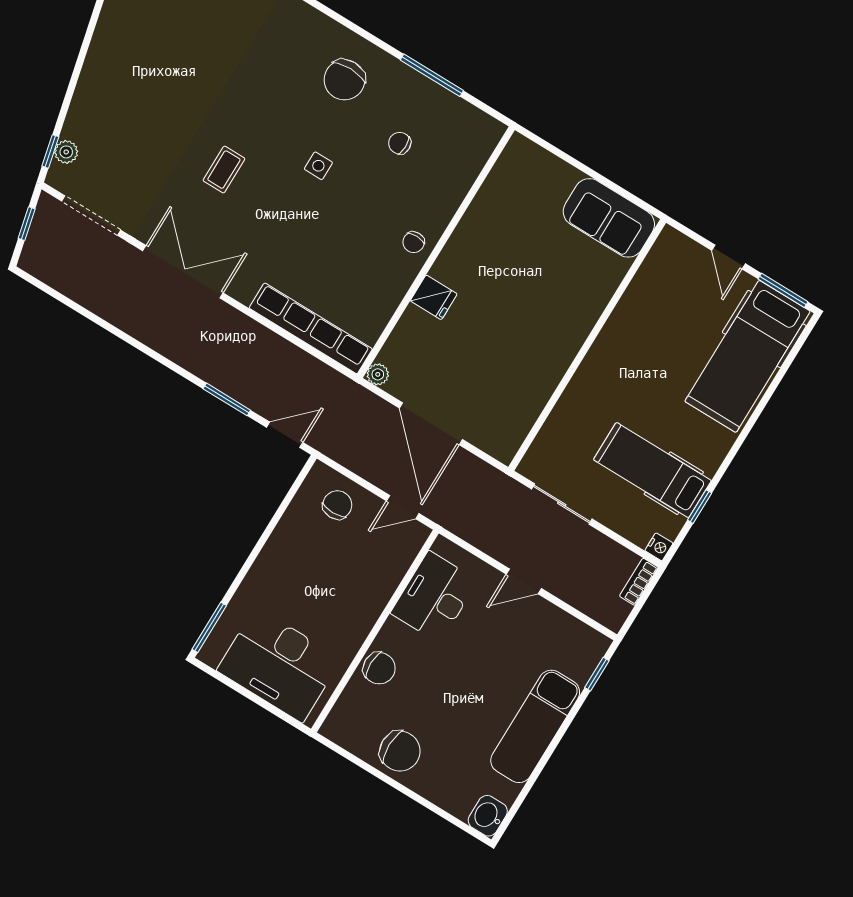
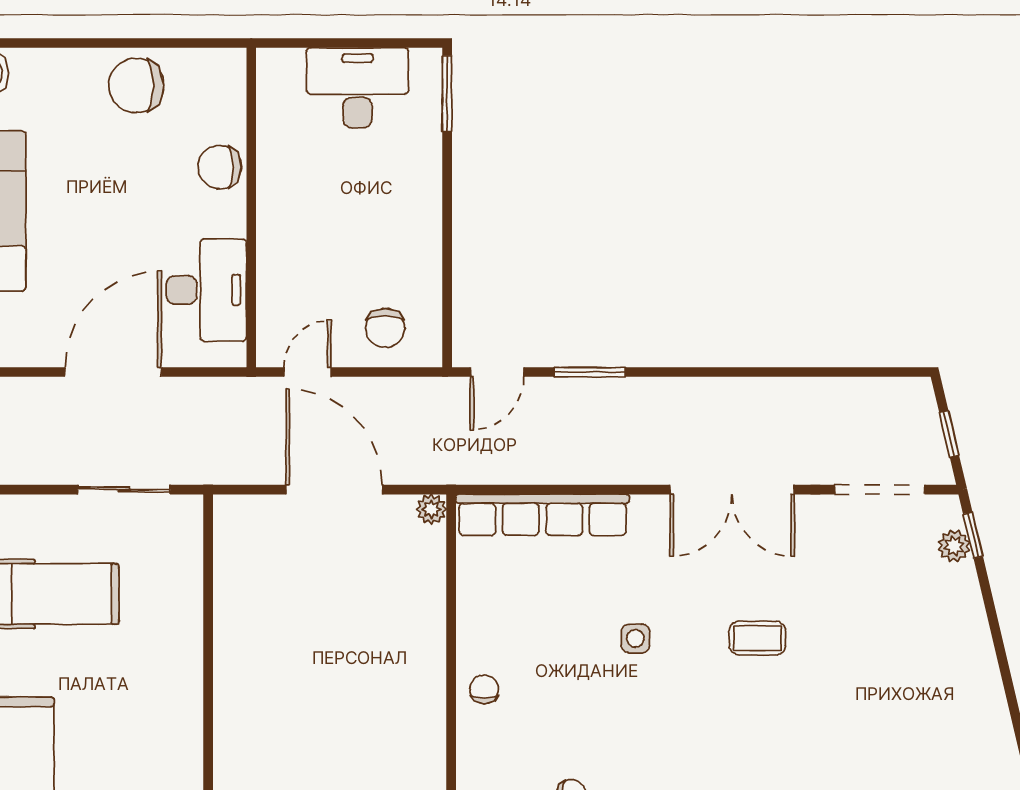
side table: (318, 166) -> (636, 638), moved
coffee table: (224, 170) -> (757, 638), turned 90
fridge: (434, 297) -> (421, 639), removed
door: (524, 581) -> (113, 372), width x1.87
desk: (279, 665) -> (358, 88), width x0.73, depth x0.77

